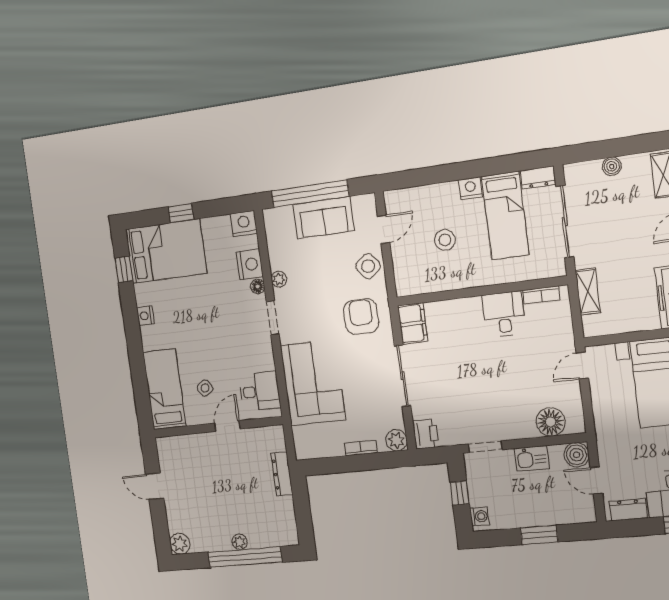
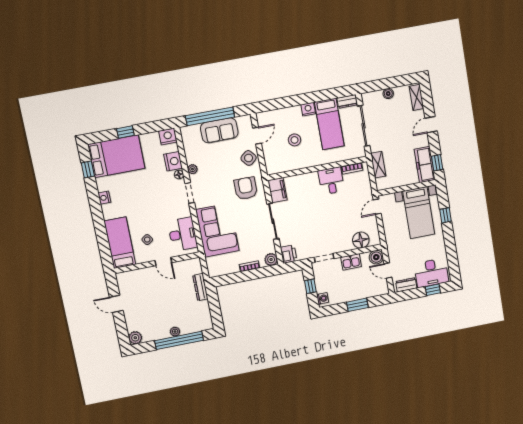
desk: (260, 391) -> (183, 234), width x1.37
door: (227, 426) -> (163, 262), swing flipped

